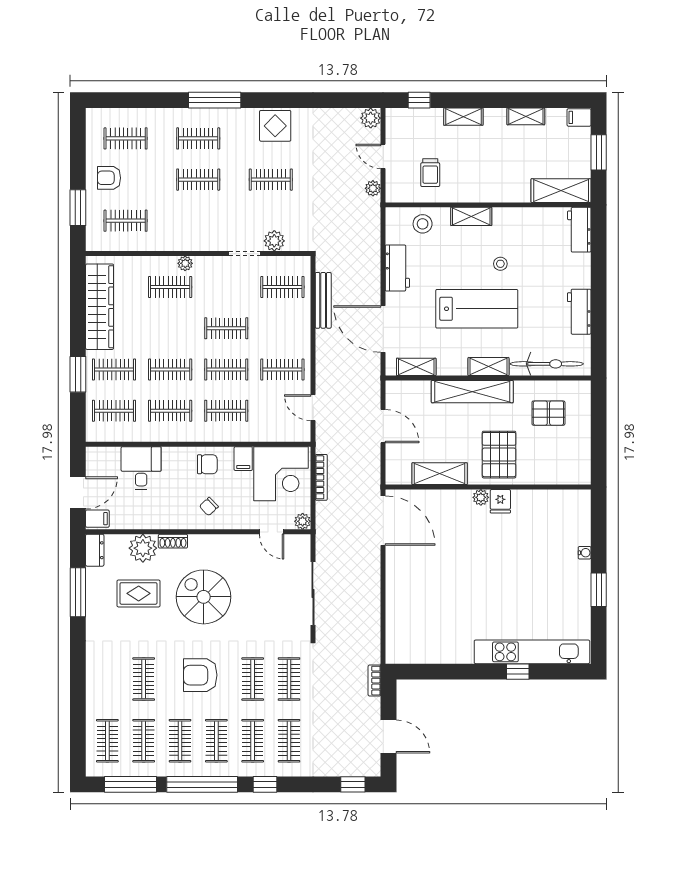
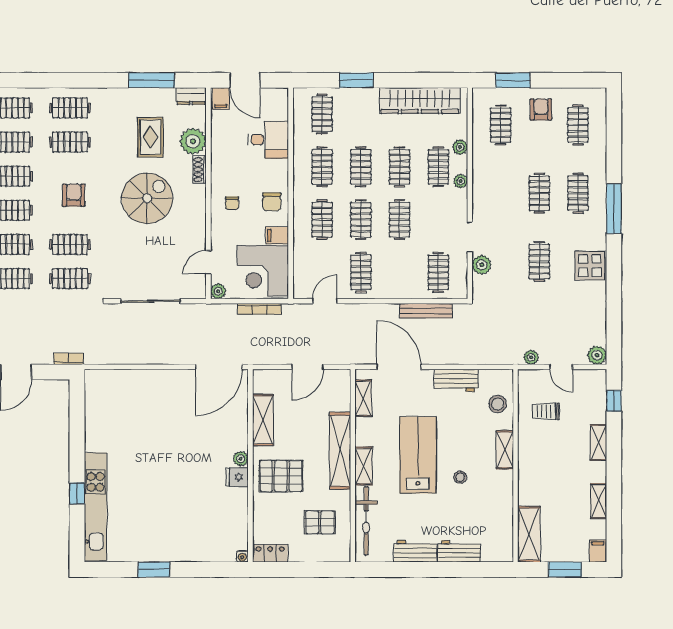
door: (383, 156) -> (561, 367), swing flipped
workbench: (579, 230) -> (459, 551), moved
plant: (149, 264) -> (460, 147), added
lab bench: (477, 309) -> (418, 455), turned 180
door: (383, 329) -> (399, 367), hinge flipped
clothes rail: (114, 370) -> (400, 167), moved
pallet: (548, 413) -> (320, 522), turned 90
locker: (581, 466) -> (270, 553), added
chair: (209, 506) -> (232, 203), turned -137
water cooler: (585, 553) -> (242, 556), moved
armchair: (200, 675) -> (74, 195), width x0.72, depth x0.72
clothes rail: (107, 679) -> (70, 108), added

